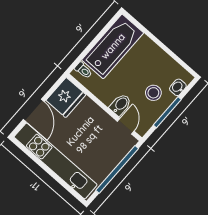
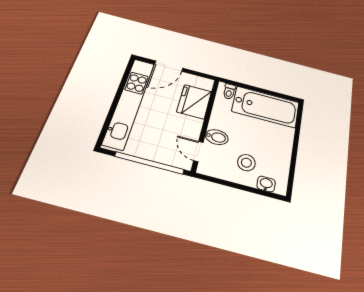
fridge: (66, 97) -> (194, 102), moved, turned 90
window: (167, 112) -> (235, 186), removed
door: (126, 126) -> (198, 151), swing flipped

